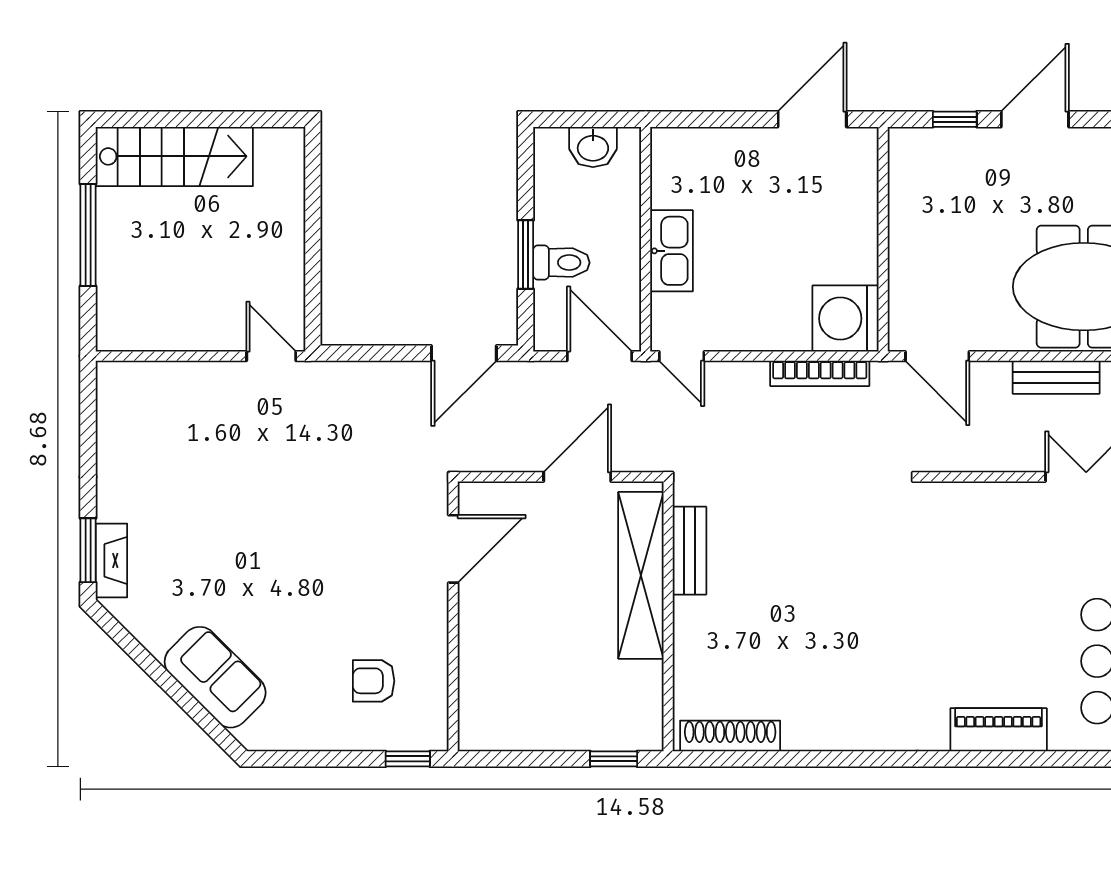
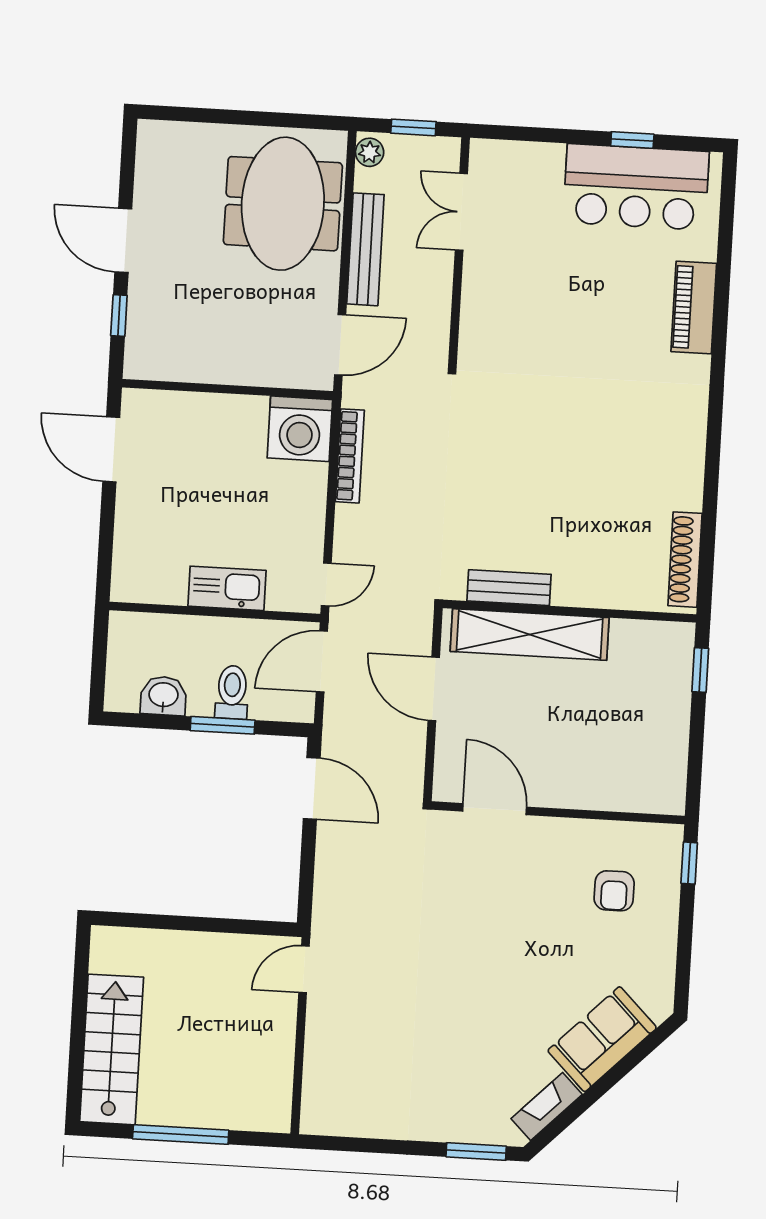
washbasin: (593, 147) -> (163, 696), moved, turned -90
bench: (1056, 377) -> (365, 249), width x1.36
fireplace: (111, 560) -> (547, 1107), moved, turned -45

